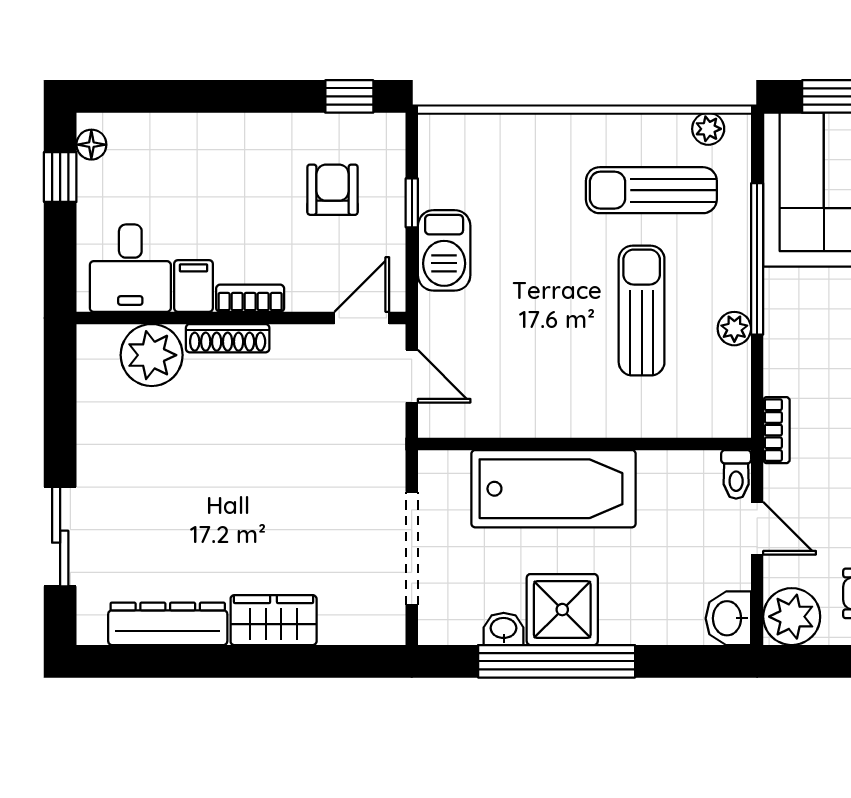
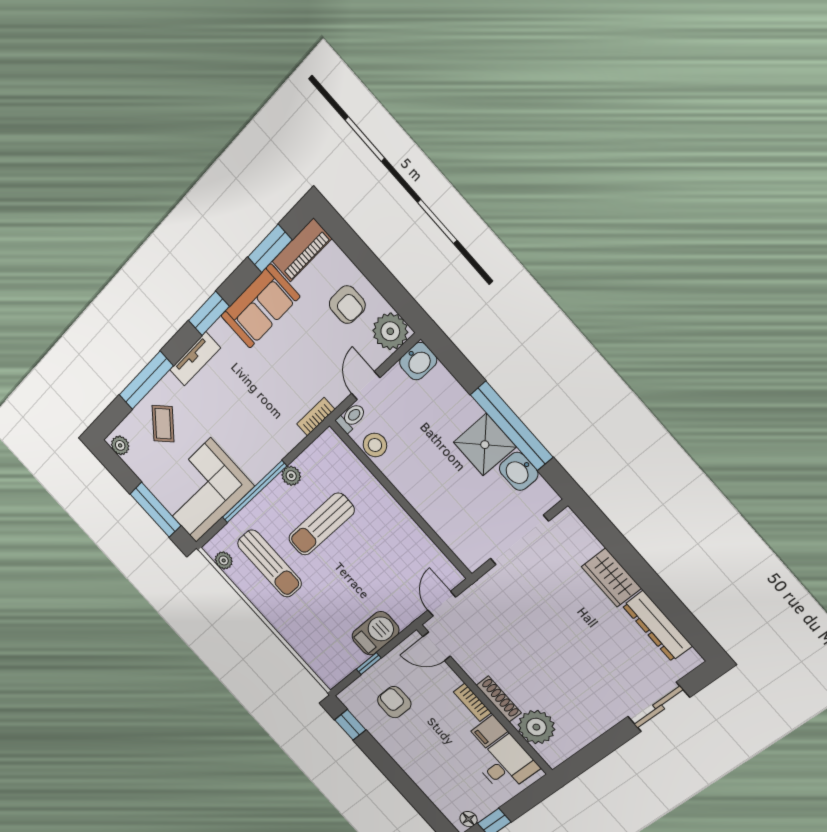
armchair: (333, 190) -> (394, 702), turned 90
stool: (678, 473) -> (375, 445), added
bathtub: (554, 489) -> (433, 497), removed
washbasin: (504, 629) -> (519, 471), width x1.38, depth x1.45

